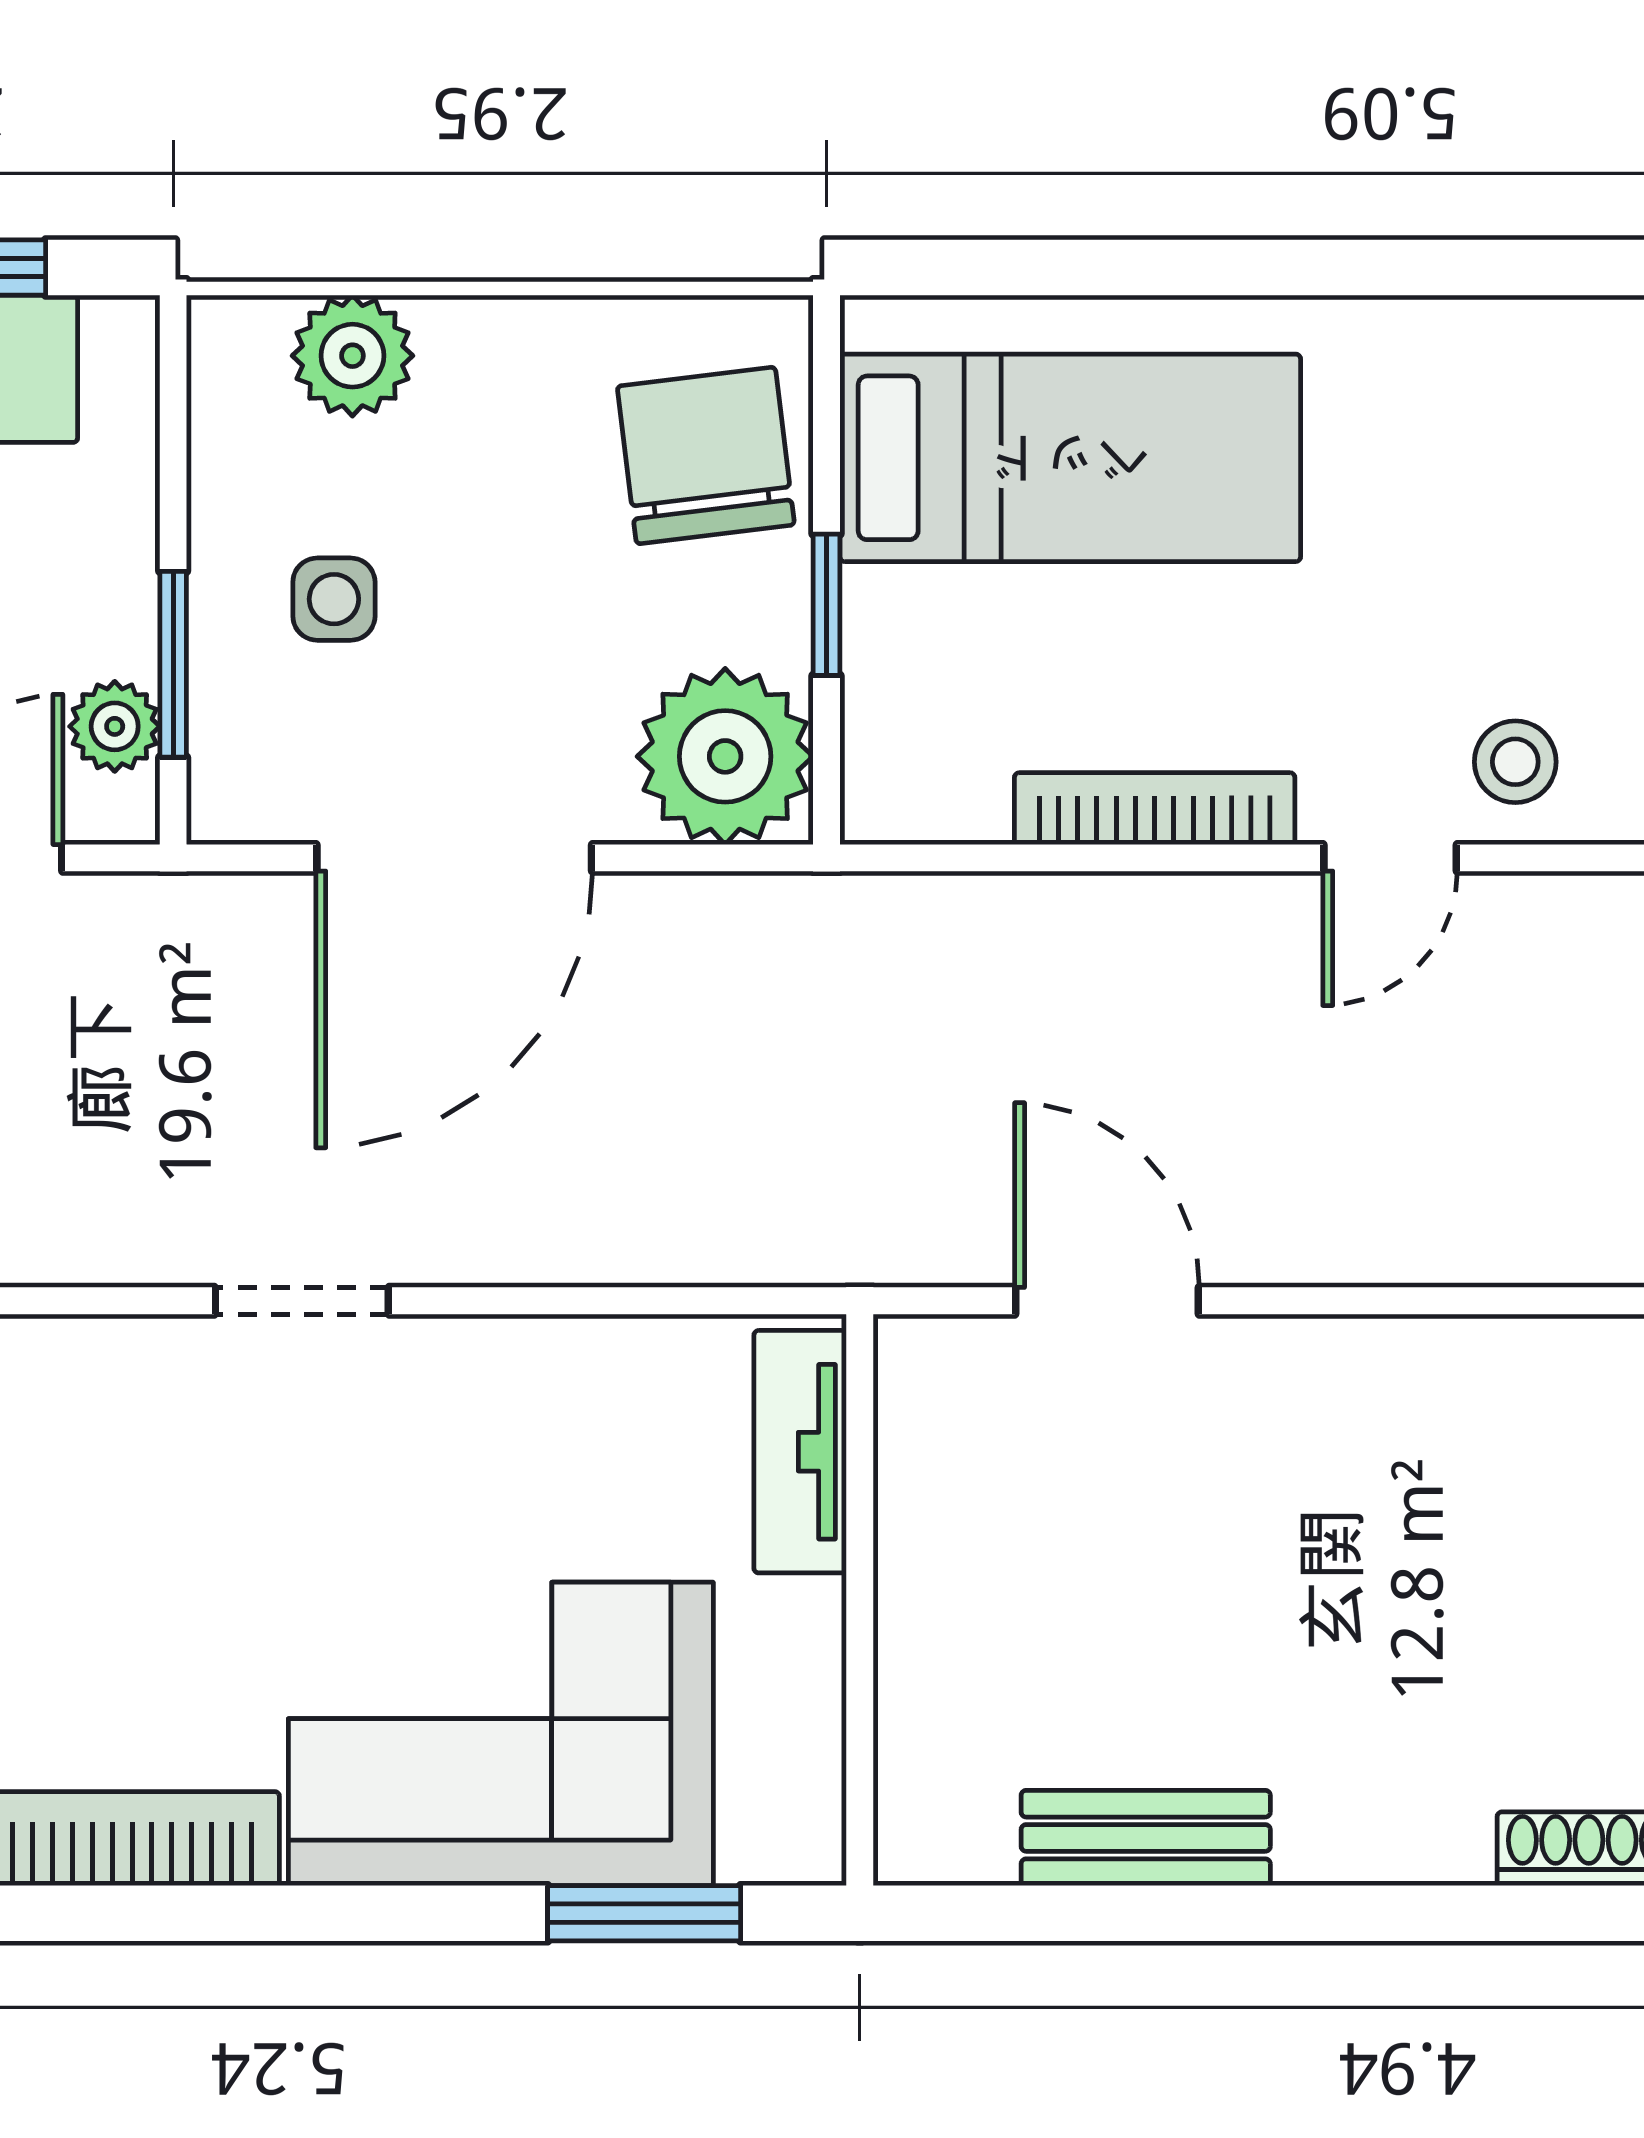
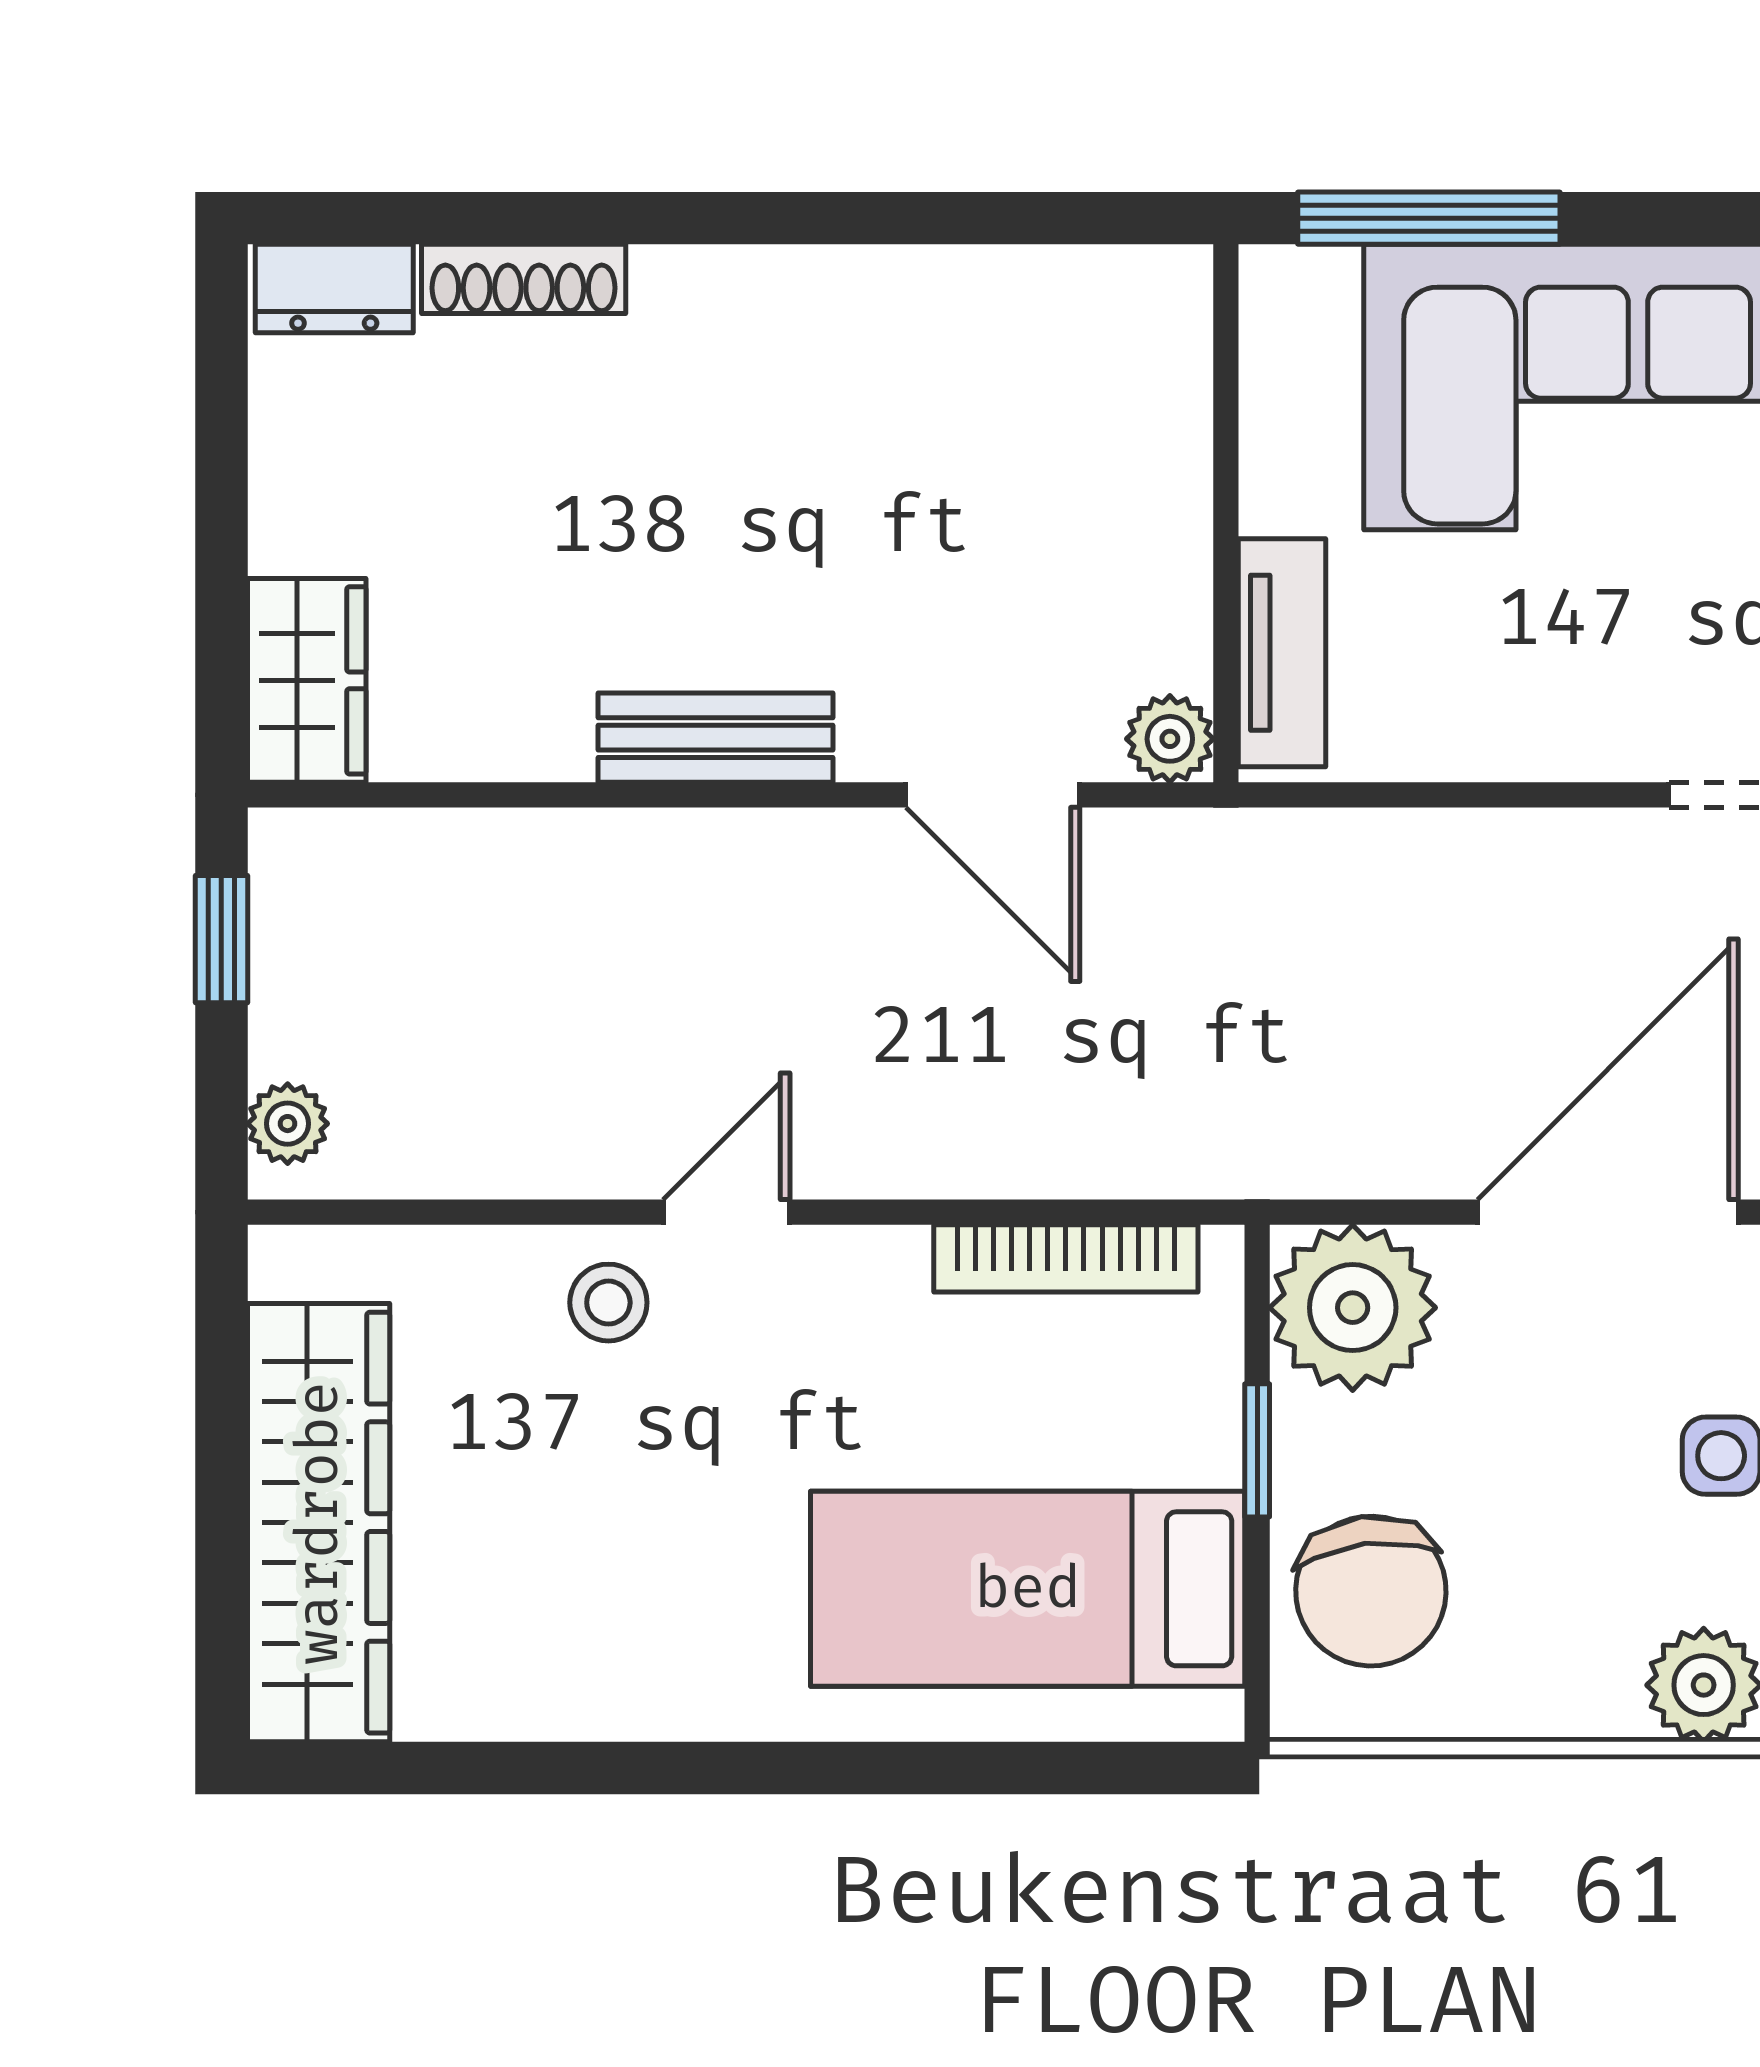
bookcase: (1155, 809) -> (1066, 1258), moved
plant: (919, 1360) -> (1170, 739), added
bench: (1146, 1838) -> (715, 738), moved
window: (644, 1913) -> (1429, 218), width x1.44

